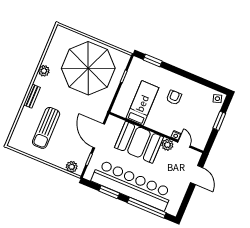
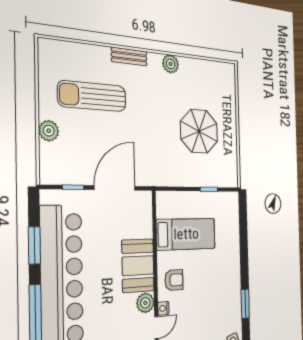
window: (153, 61) -> (245, 304), moved
parasol: (88, 68) -> (199, 131), width x0.54, depth x0.54
armchair: (174, 97) -> (174, 280), moved
booth: (139, 142) -> (138, 266), width x0.73, depth x0.70
plant: (72, 167) -> (49, 131), moved

